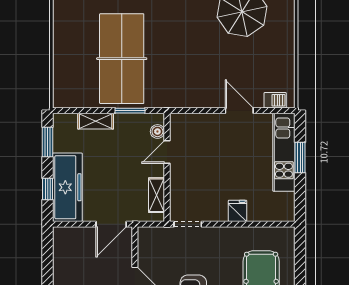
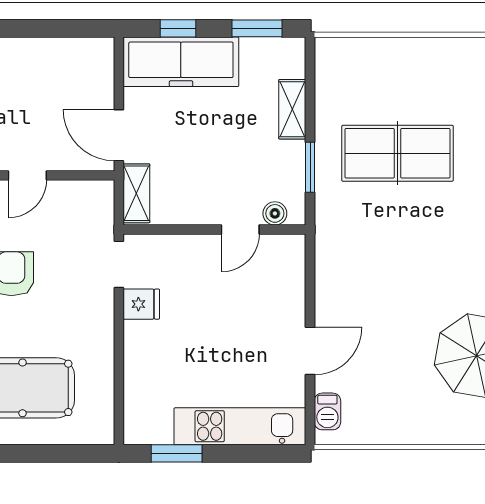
table tennis table: (122, 59) -> (397, 153), width x0.73, depth x0.76
door: (167, 152) -> (240, 229), swing flipped
window: (300, 158) -> (177, 453), moved
shelving: (157, 195) -> (136, 193), moved, turned 90
fridge: (238, 211) -> (141, 304), moved

